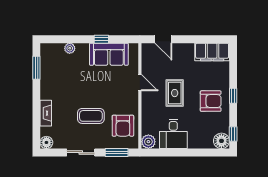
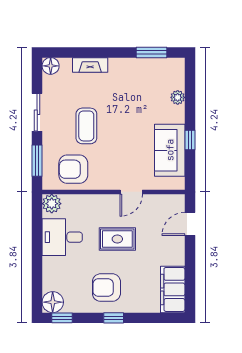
armchair: (211, 101) -> (106, 288), turned 90

